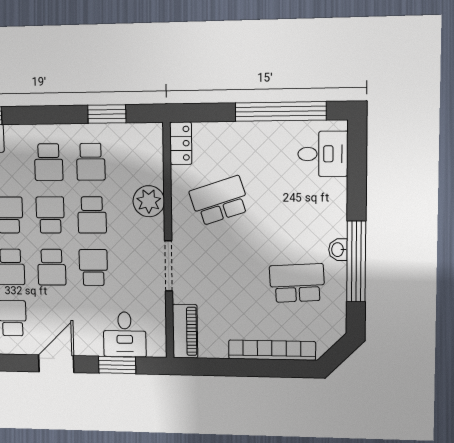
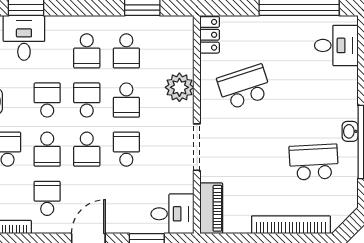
desk: (125, 334) -> (172, 214), moved, turned -90

